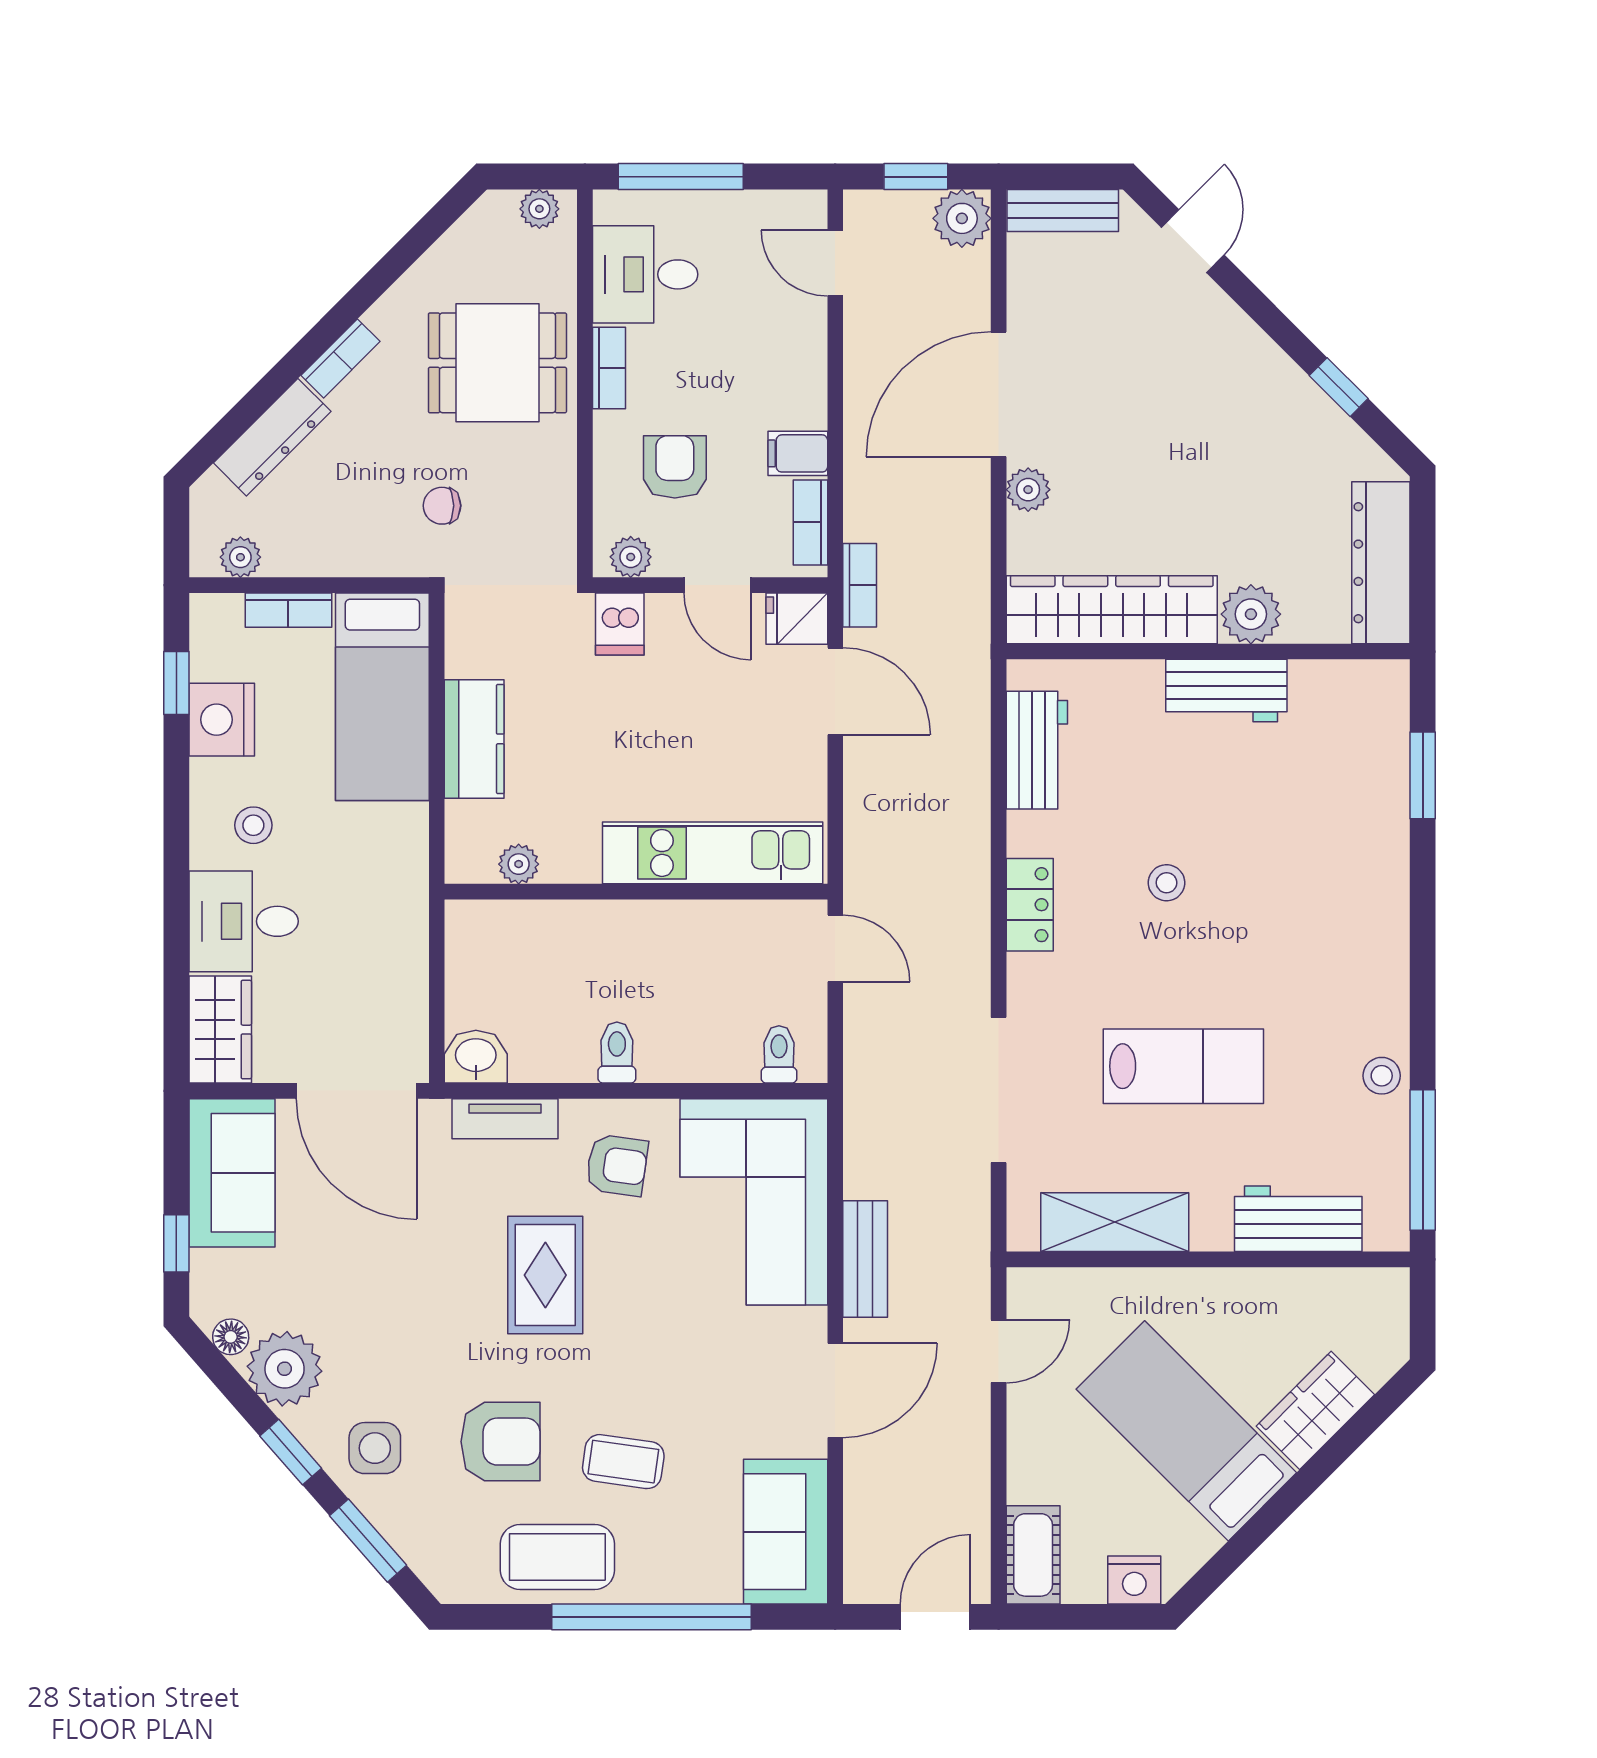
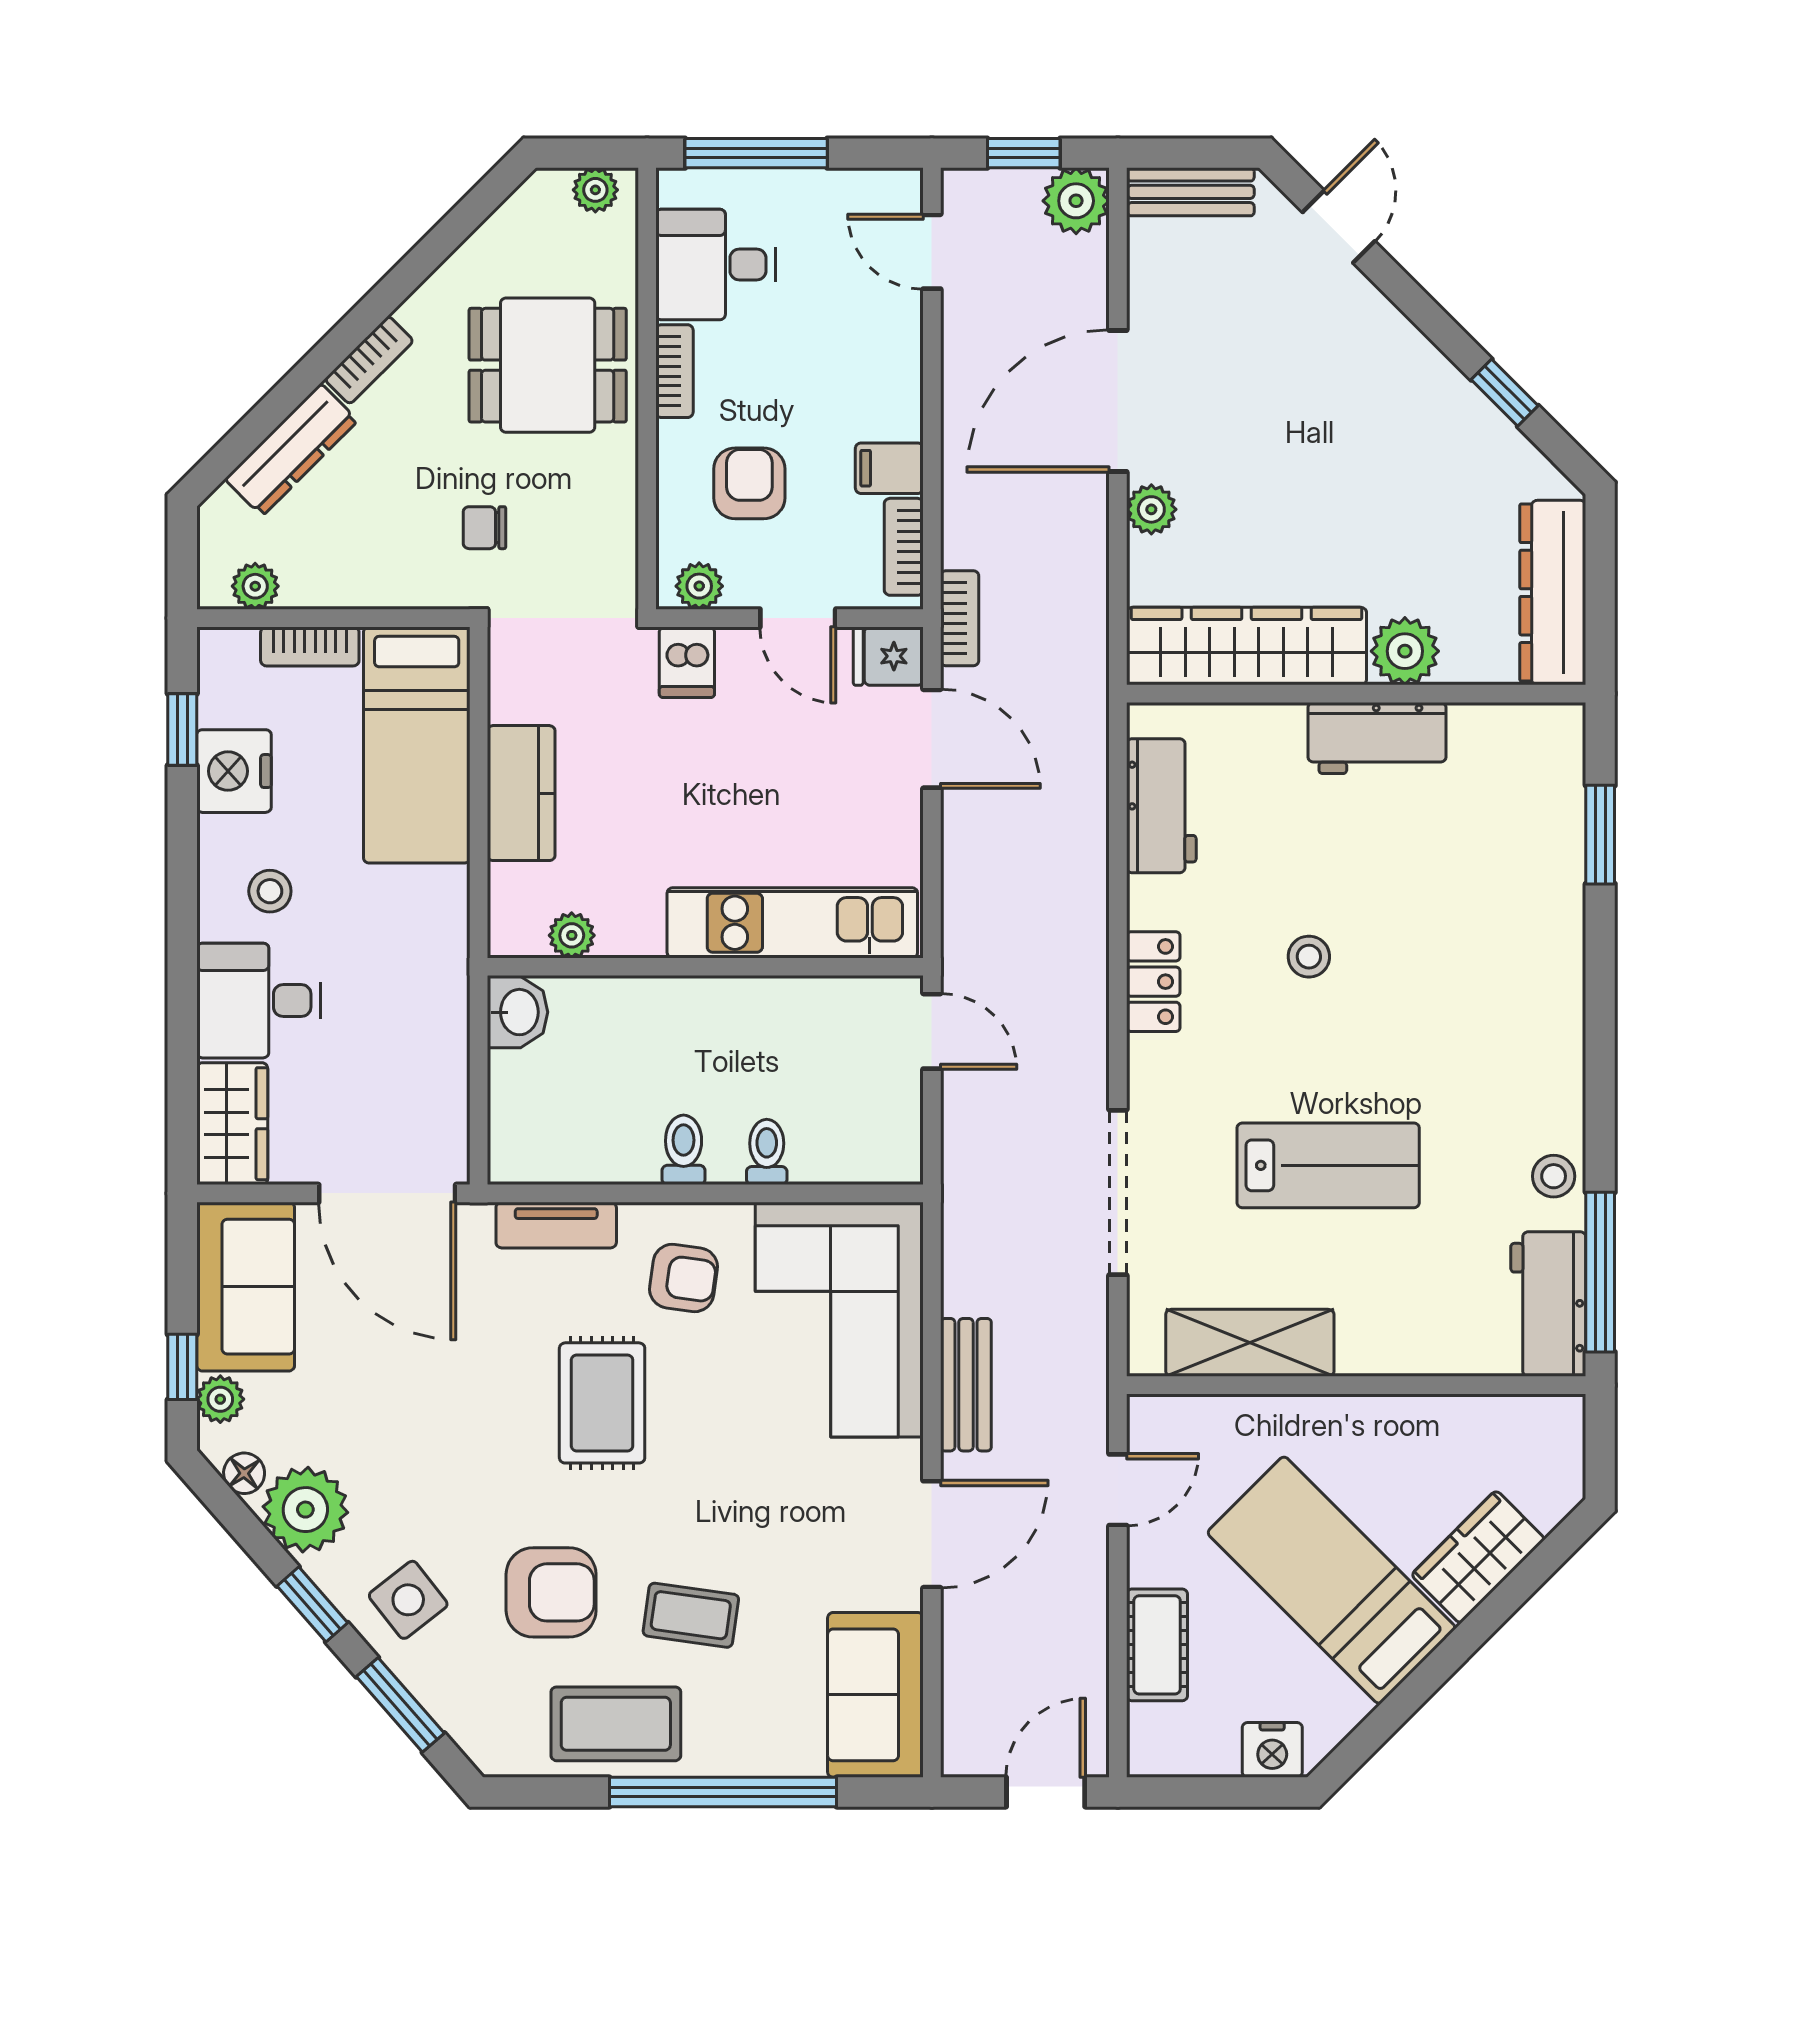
toilet: (779, 1054) -> (767, 1152), moved
washbasin: (476, 1057) -> (518, 1012), moved, turned 90
workbench: (1298, 1219) -> (1548, 1304), moved, turned -90
plant: (210, 1272) -> (220, 1399), added
side table: (375, 1448) -> (408, 1600), turned -38
cot: (1033, 1555) -> (1157, 1645), moved

